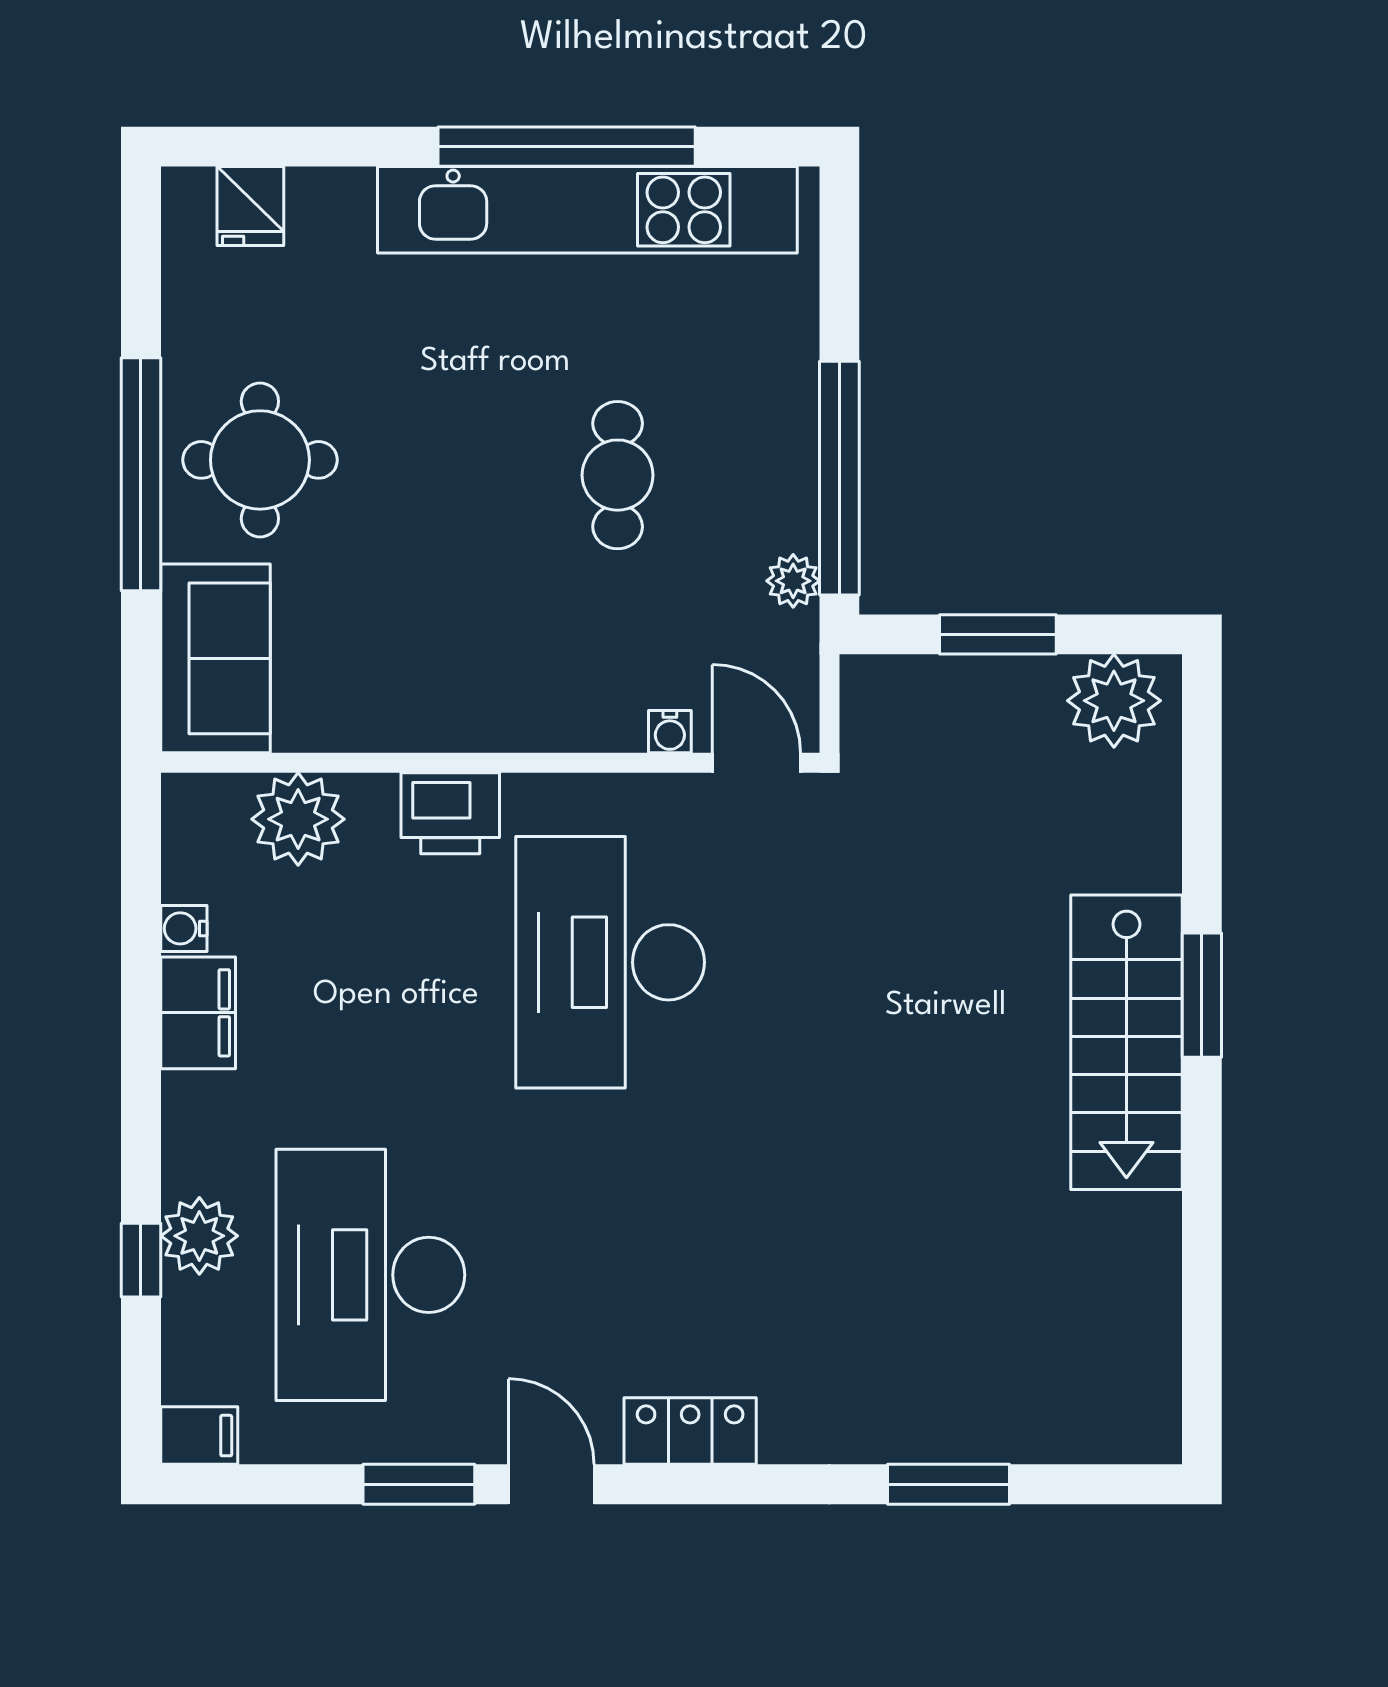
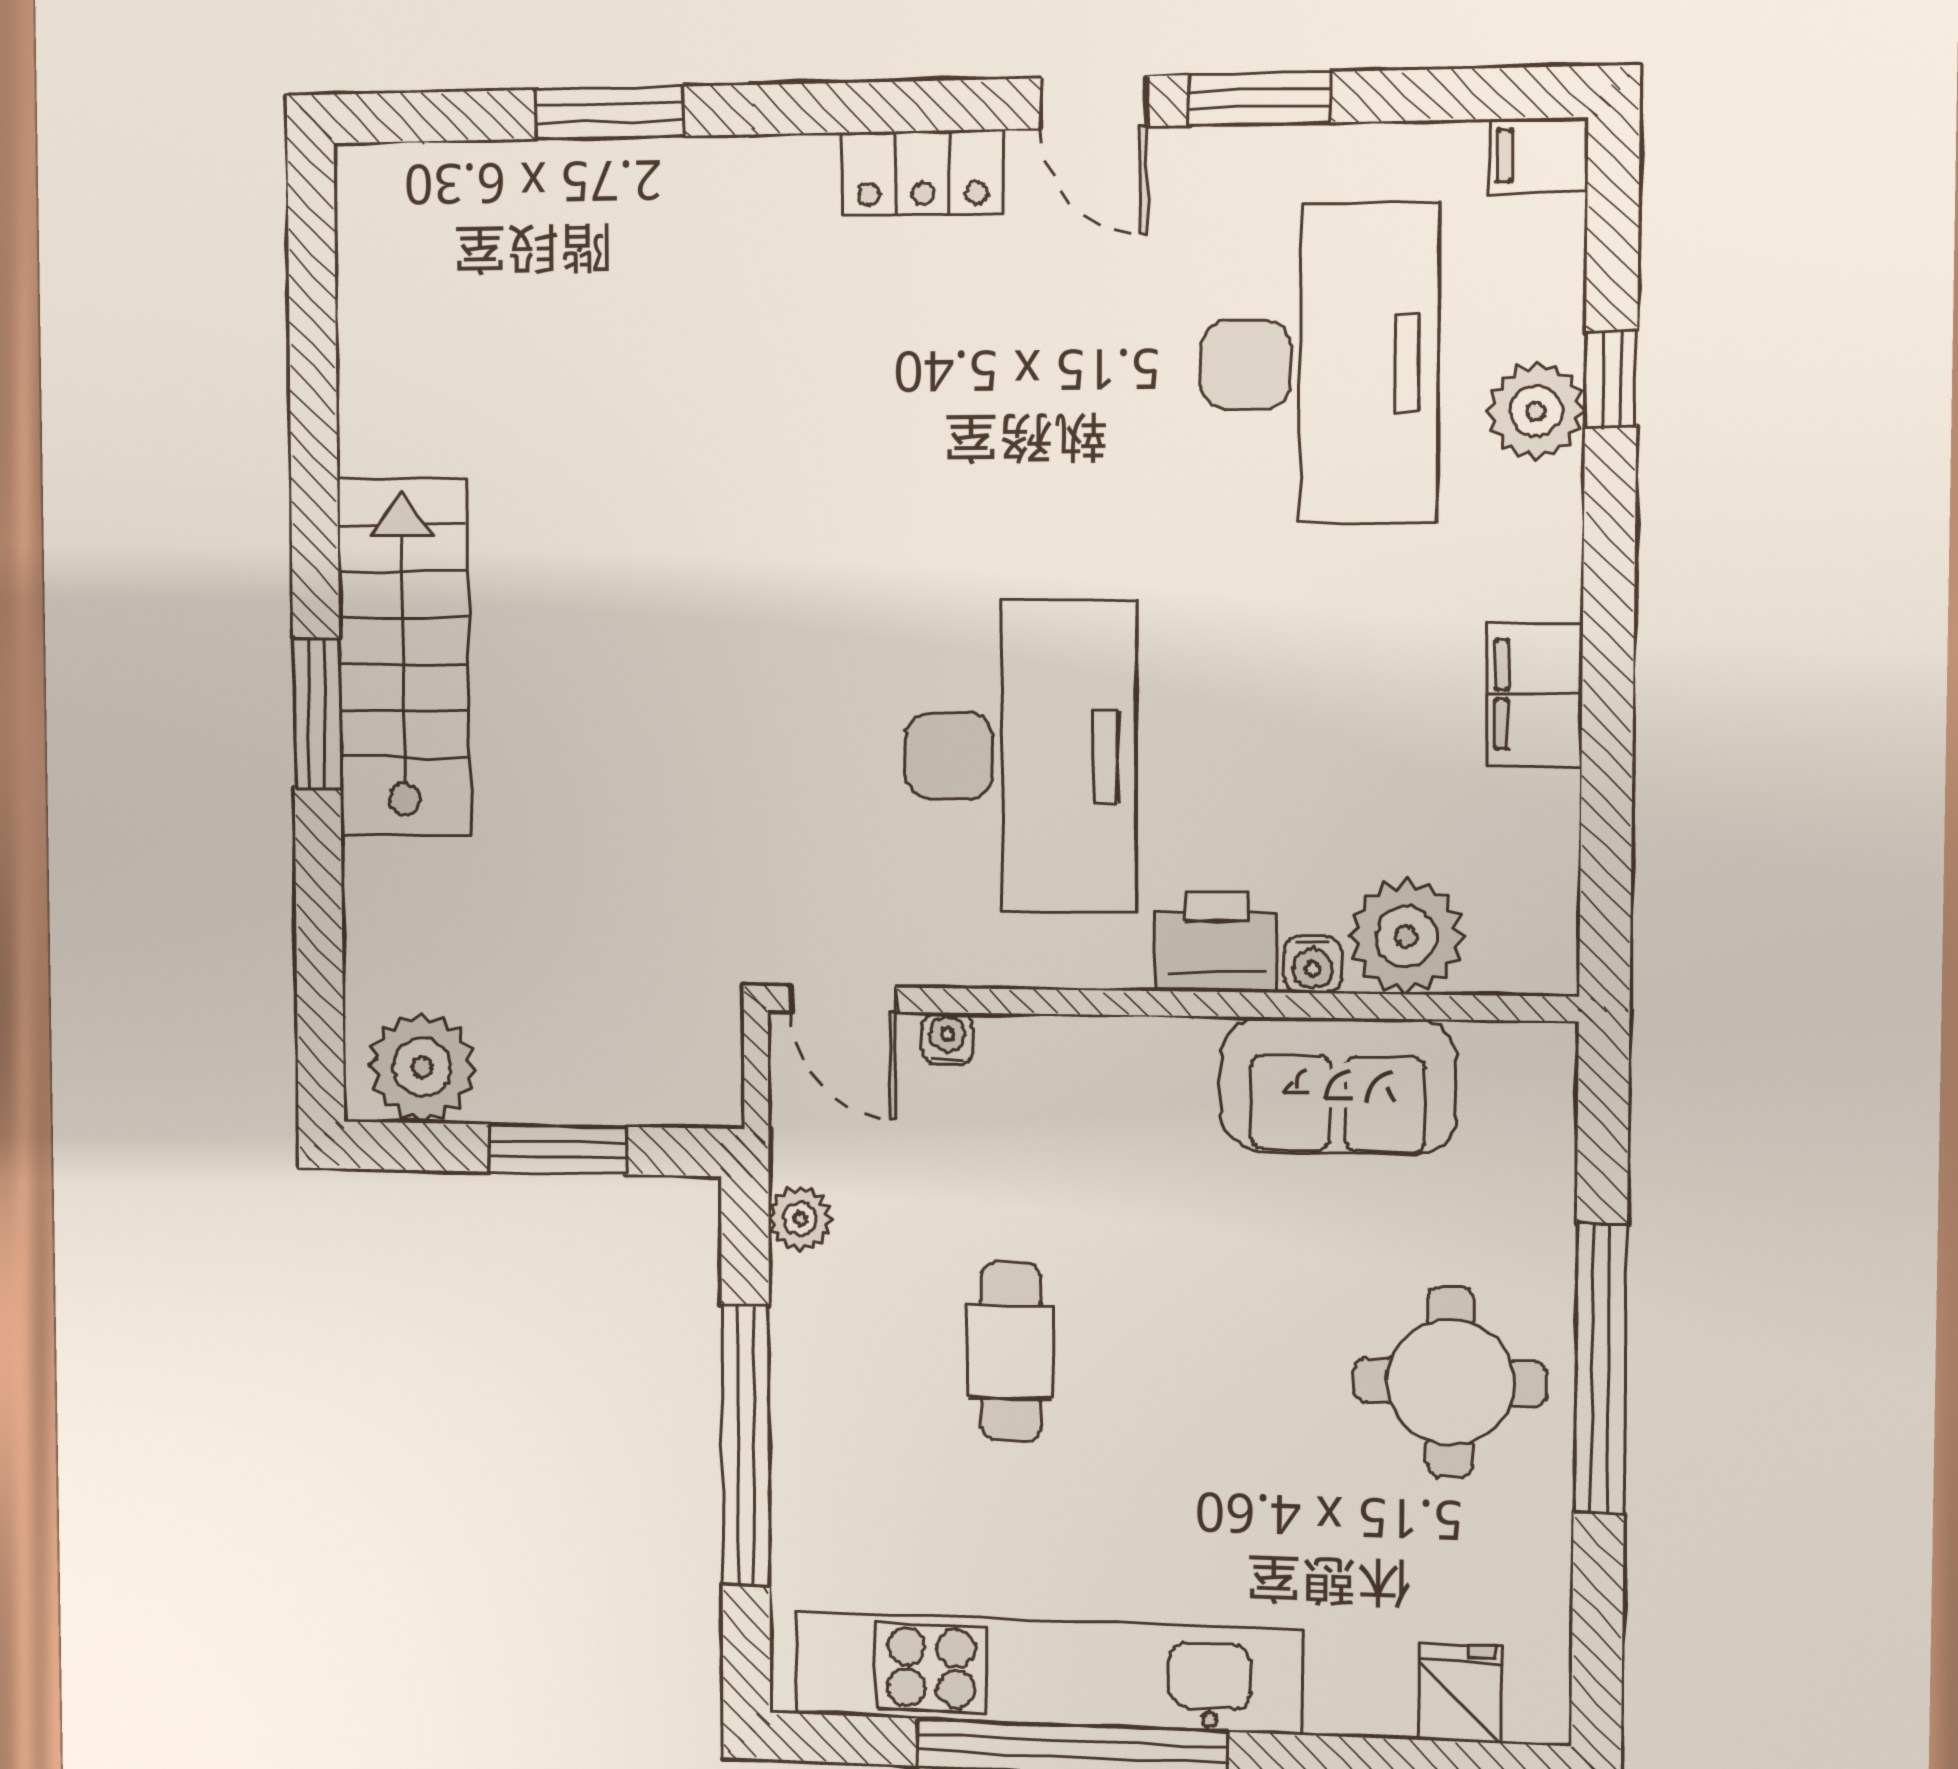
window: (839, 478) -> (746, 1446), moved
sofa: (215, 658) -> (1338, 1086), moved, turned -90
water cooler: (184, 928) -> (1313, 965), moved, turned 90

